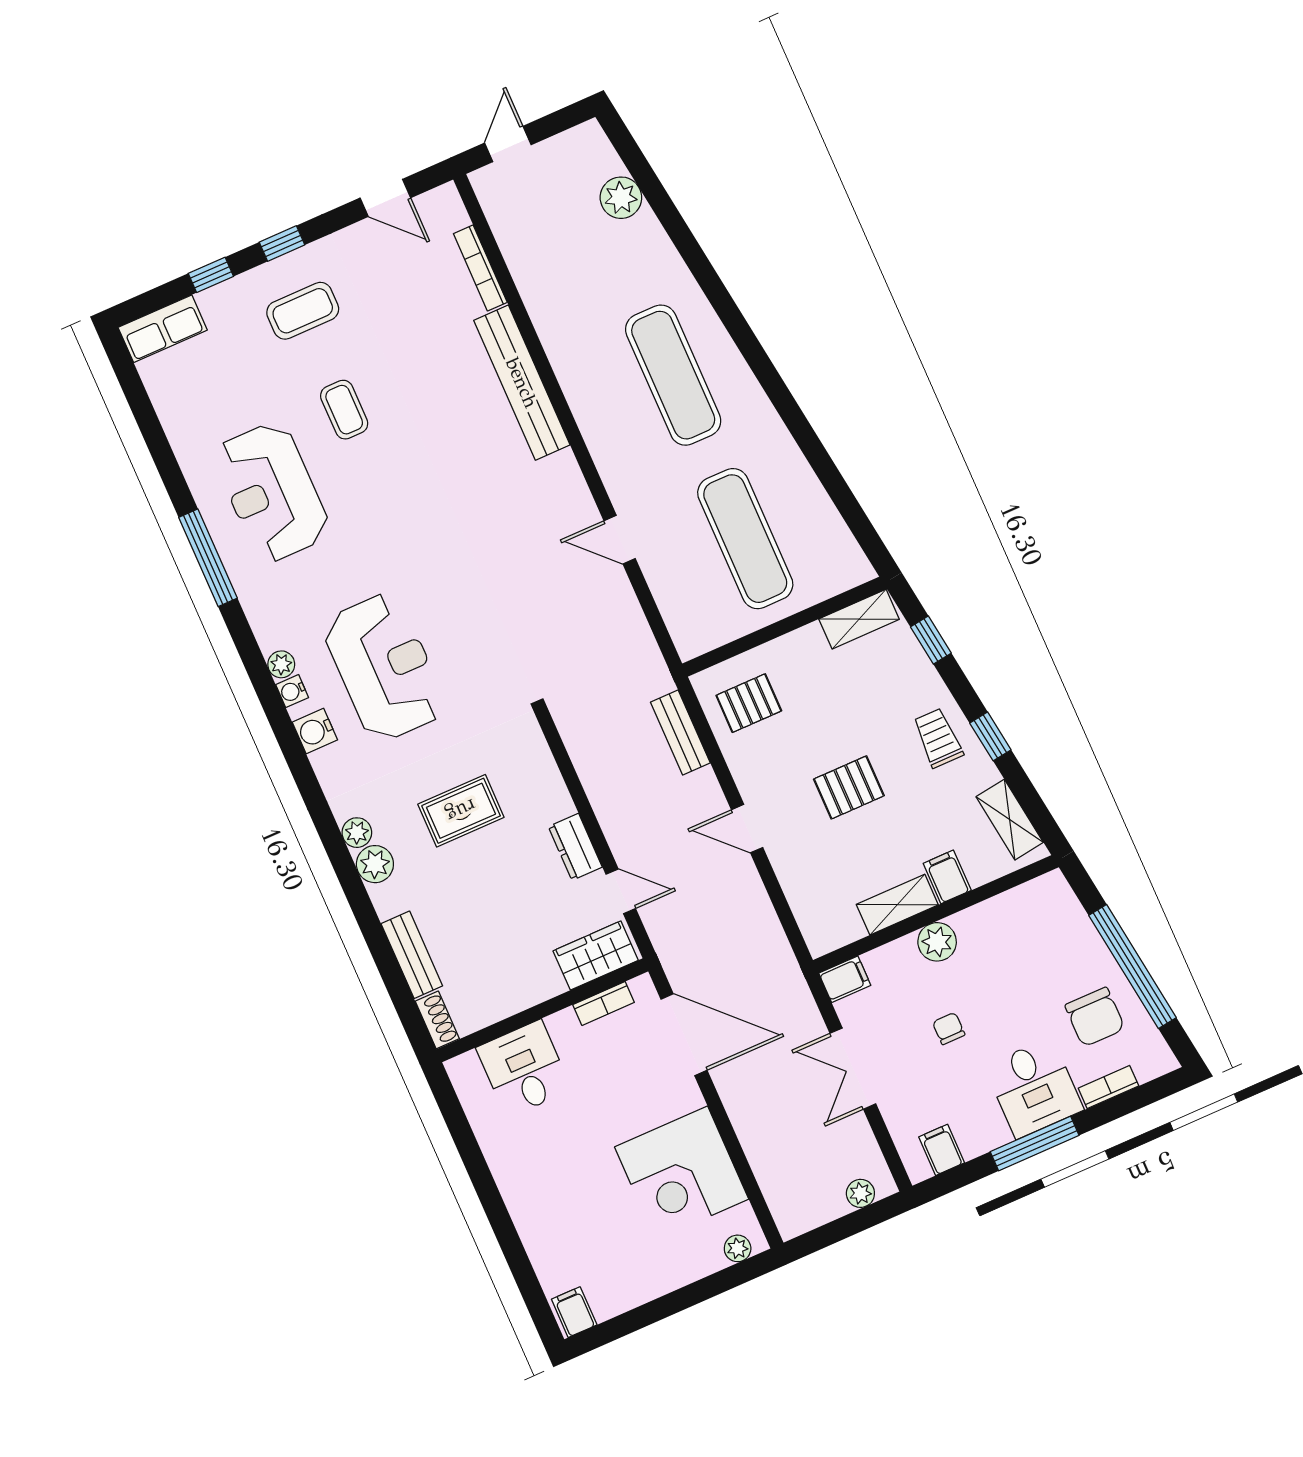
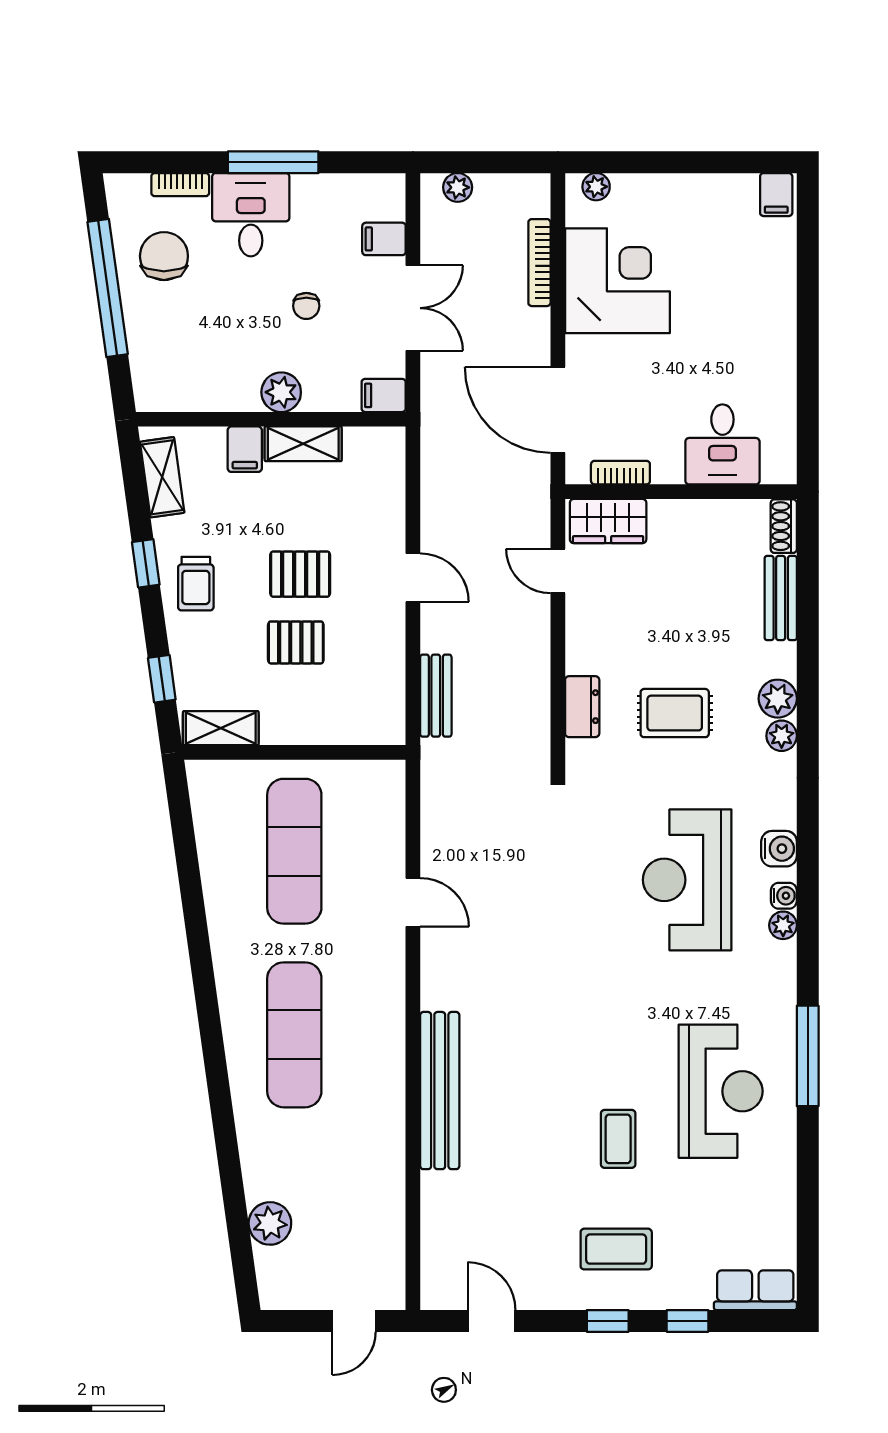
bookcase: (480, 268) -> (539, 263), moved, turned 180
pallet: (749, 703) -> (296, 642), moved
dresser: (575, 847) -> (582, 707), moved
filing cabinet: (942, 1150) -> (384, 239), moved, turned 90

